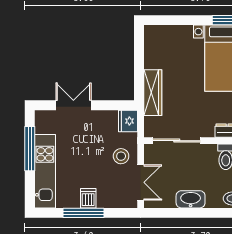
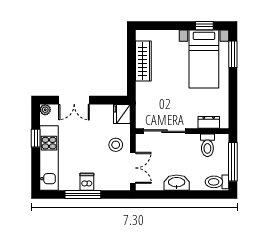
wardrobe: (153, 93) -> (143, 61), moved
double door: (73, 105) -> (74, 100), swing flipped
plant: (41, 116) -> (45, 110), added
window: (30, 149) -> (36, 138), width x0.46

